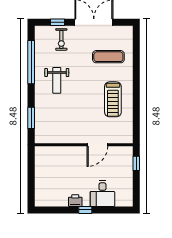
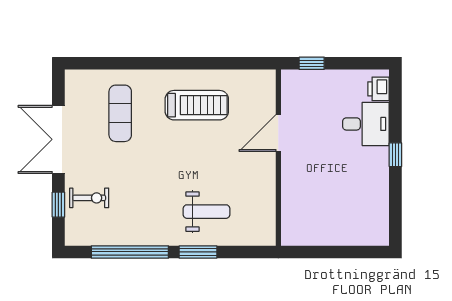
weight bench: (57, 80) -> (206, 212), moved
window: (31, 118) -> (198, 252), moved
door: (97, 145) -> (278, 133), swing flipped
printer: (75, 201) -> (379, 89), moved

